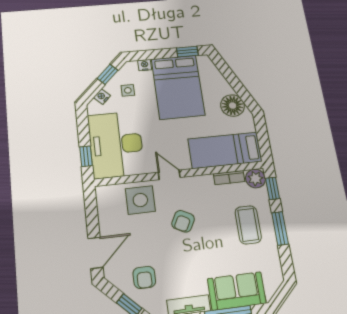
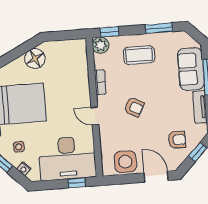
bed: (225, 150) -> (75, 68), removed
door: (169, 175) -> (95, 116), hinge flipped
bookcase: (229, 178) -> (100, 82), moved
side table: (140, 200) -> (125, 162), moved
window: (280, 228) -> (159, 28), moved

